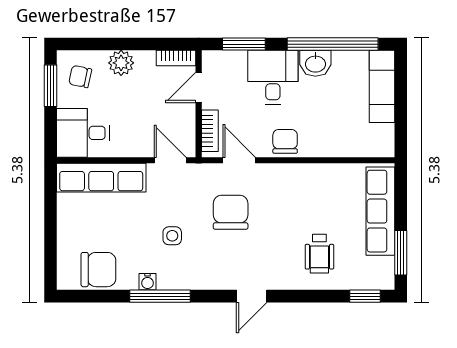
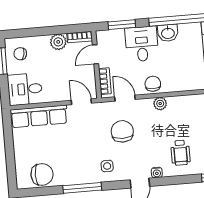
plant: (121, 63) -> (58, 42), moved
plant: (294, 174) -> (160, 104), added
side table: (172, 236) -> (107, 166), moved
water cooler: (148, 282) -> (157, 172), moved

